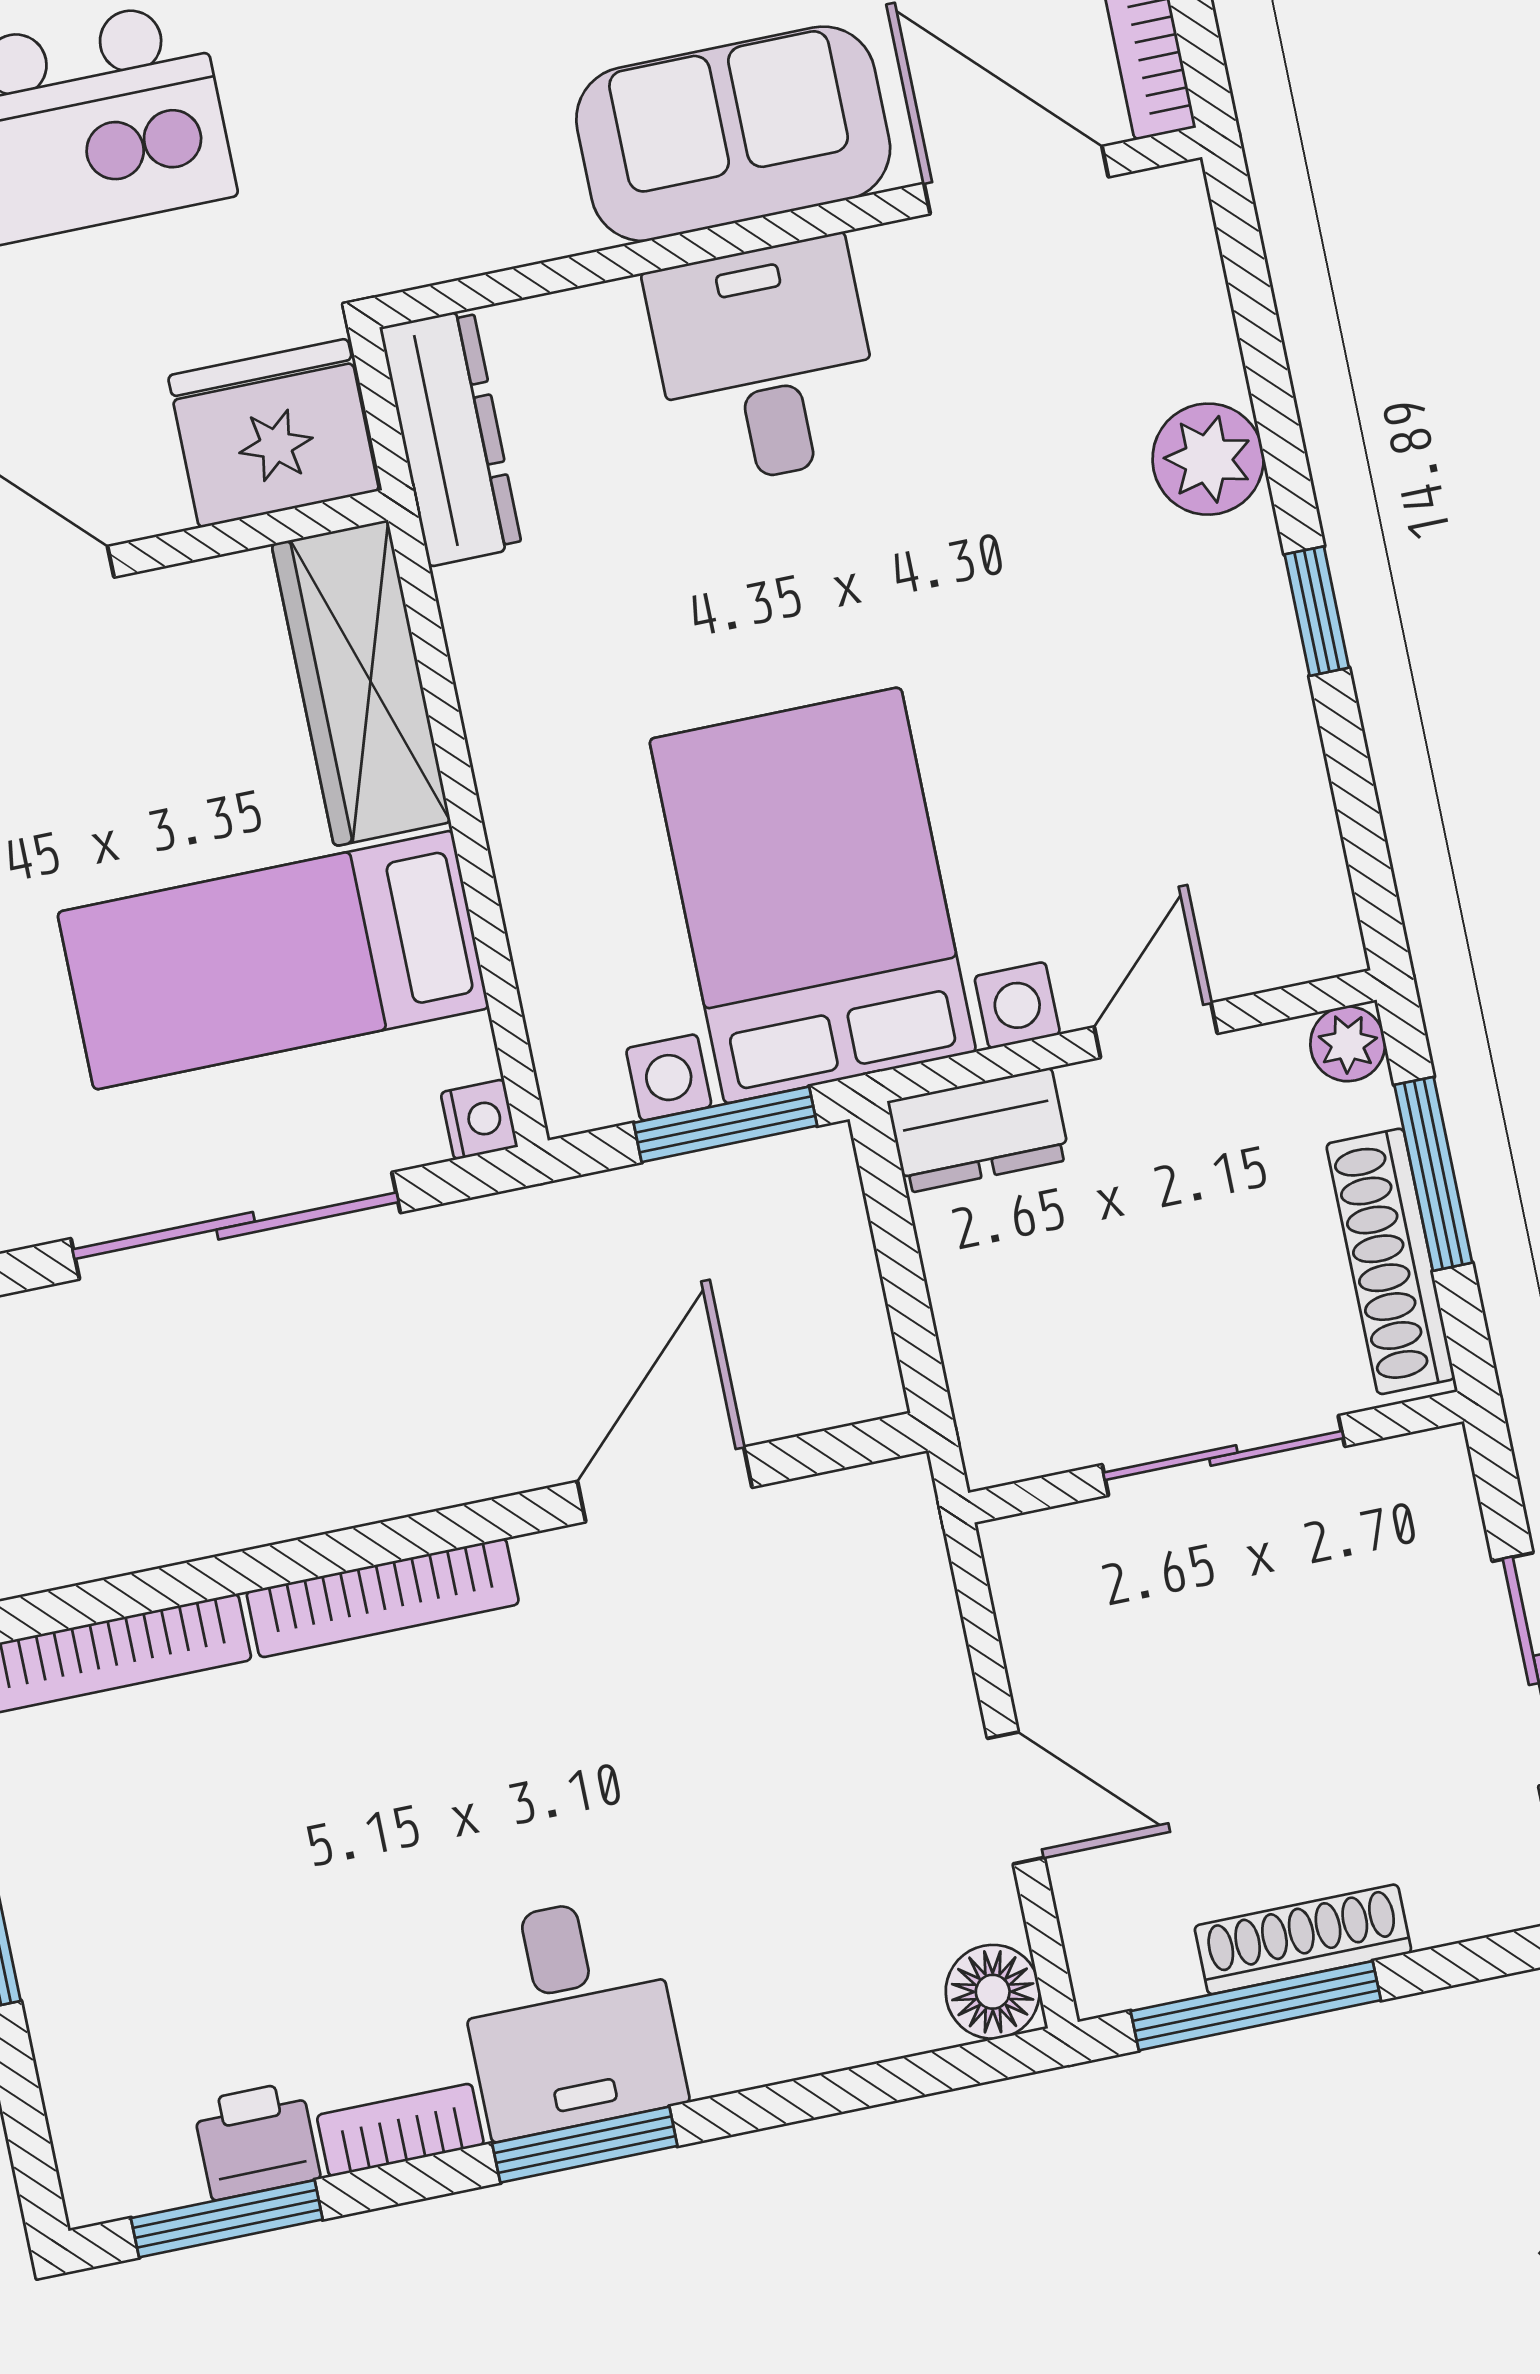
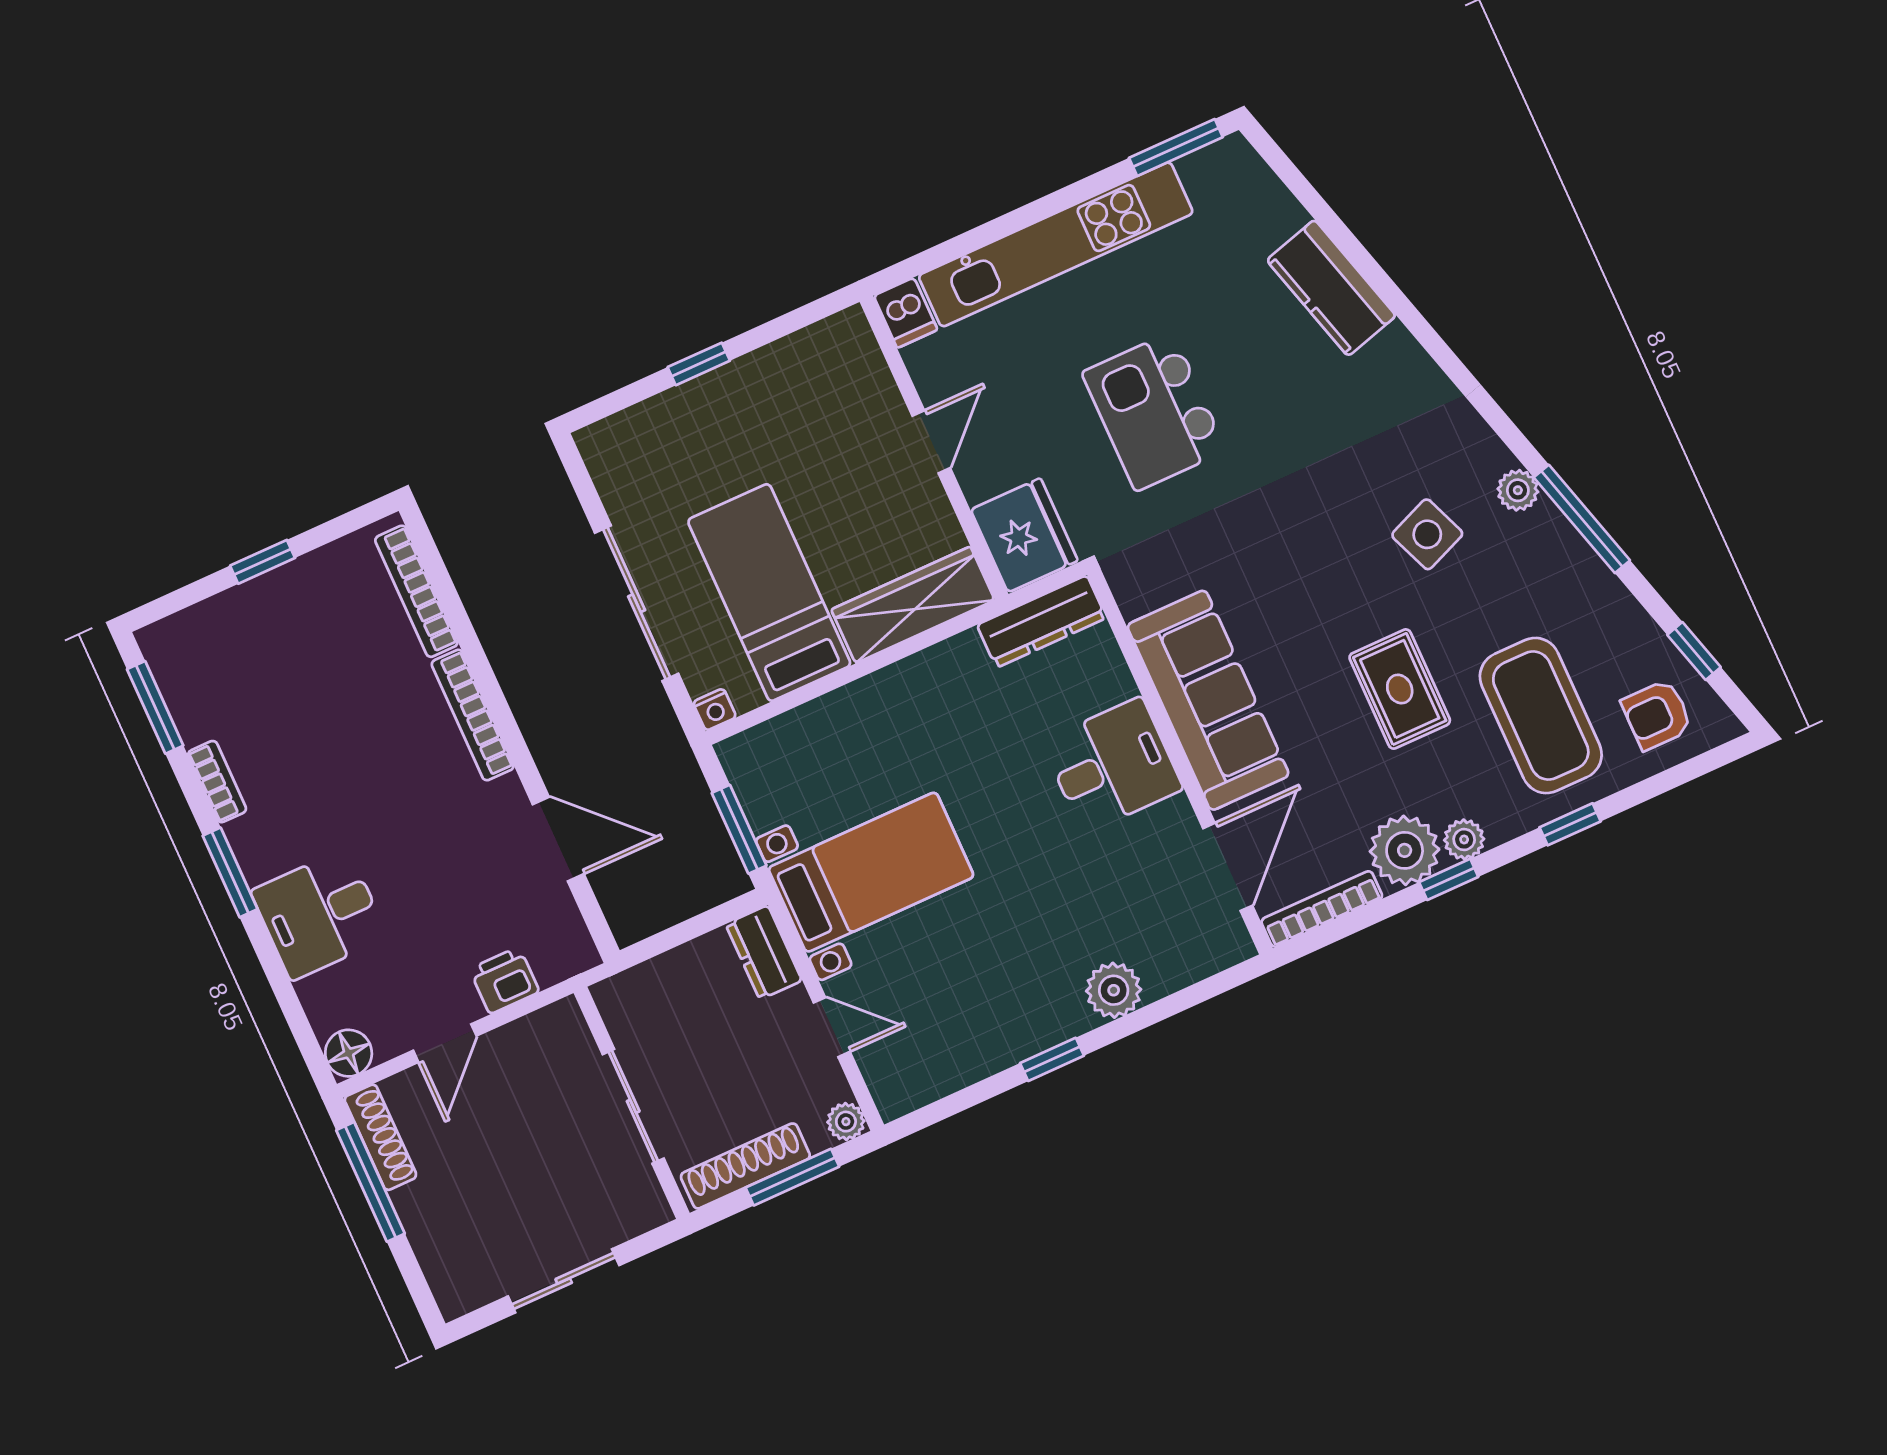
sofa: (733, 134) -> (1208, 700), width x1.36
bed with nightstands: (813, 895) -> (871, 872), width x0.73
shoe rack: (1303, 1939) -> (380, 1137), moved
desk: (569, 2016) -> (319, 914), moved
printer: (257, 2140) -> (504, 980), moved, turned -90

